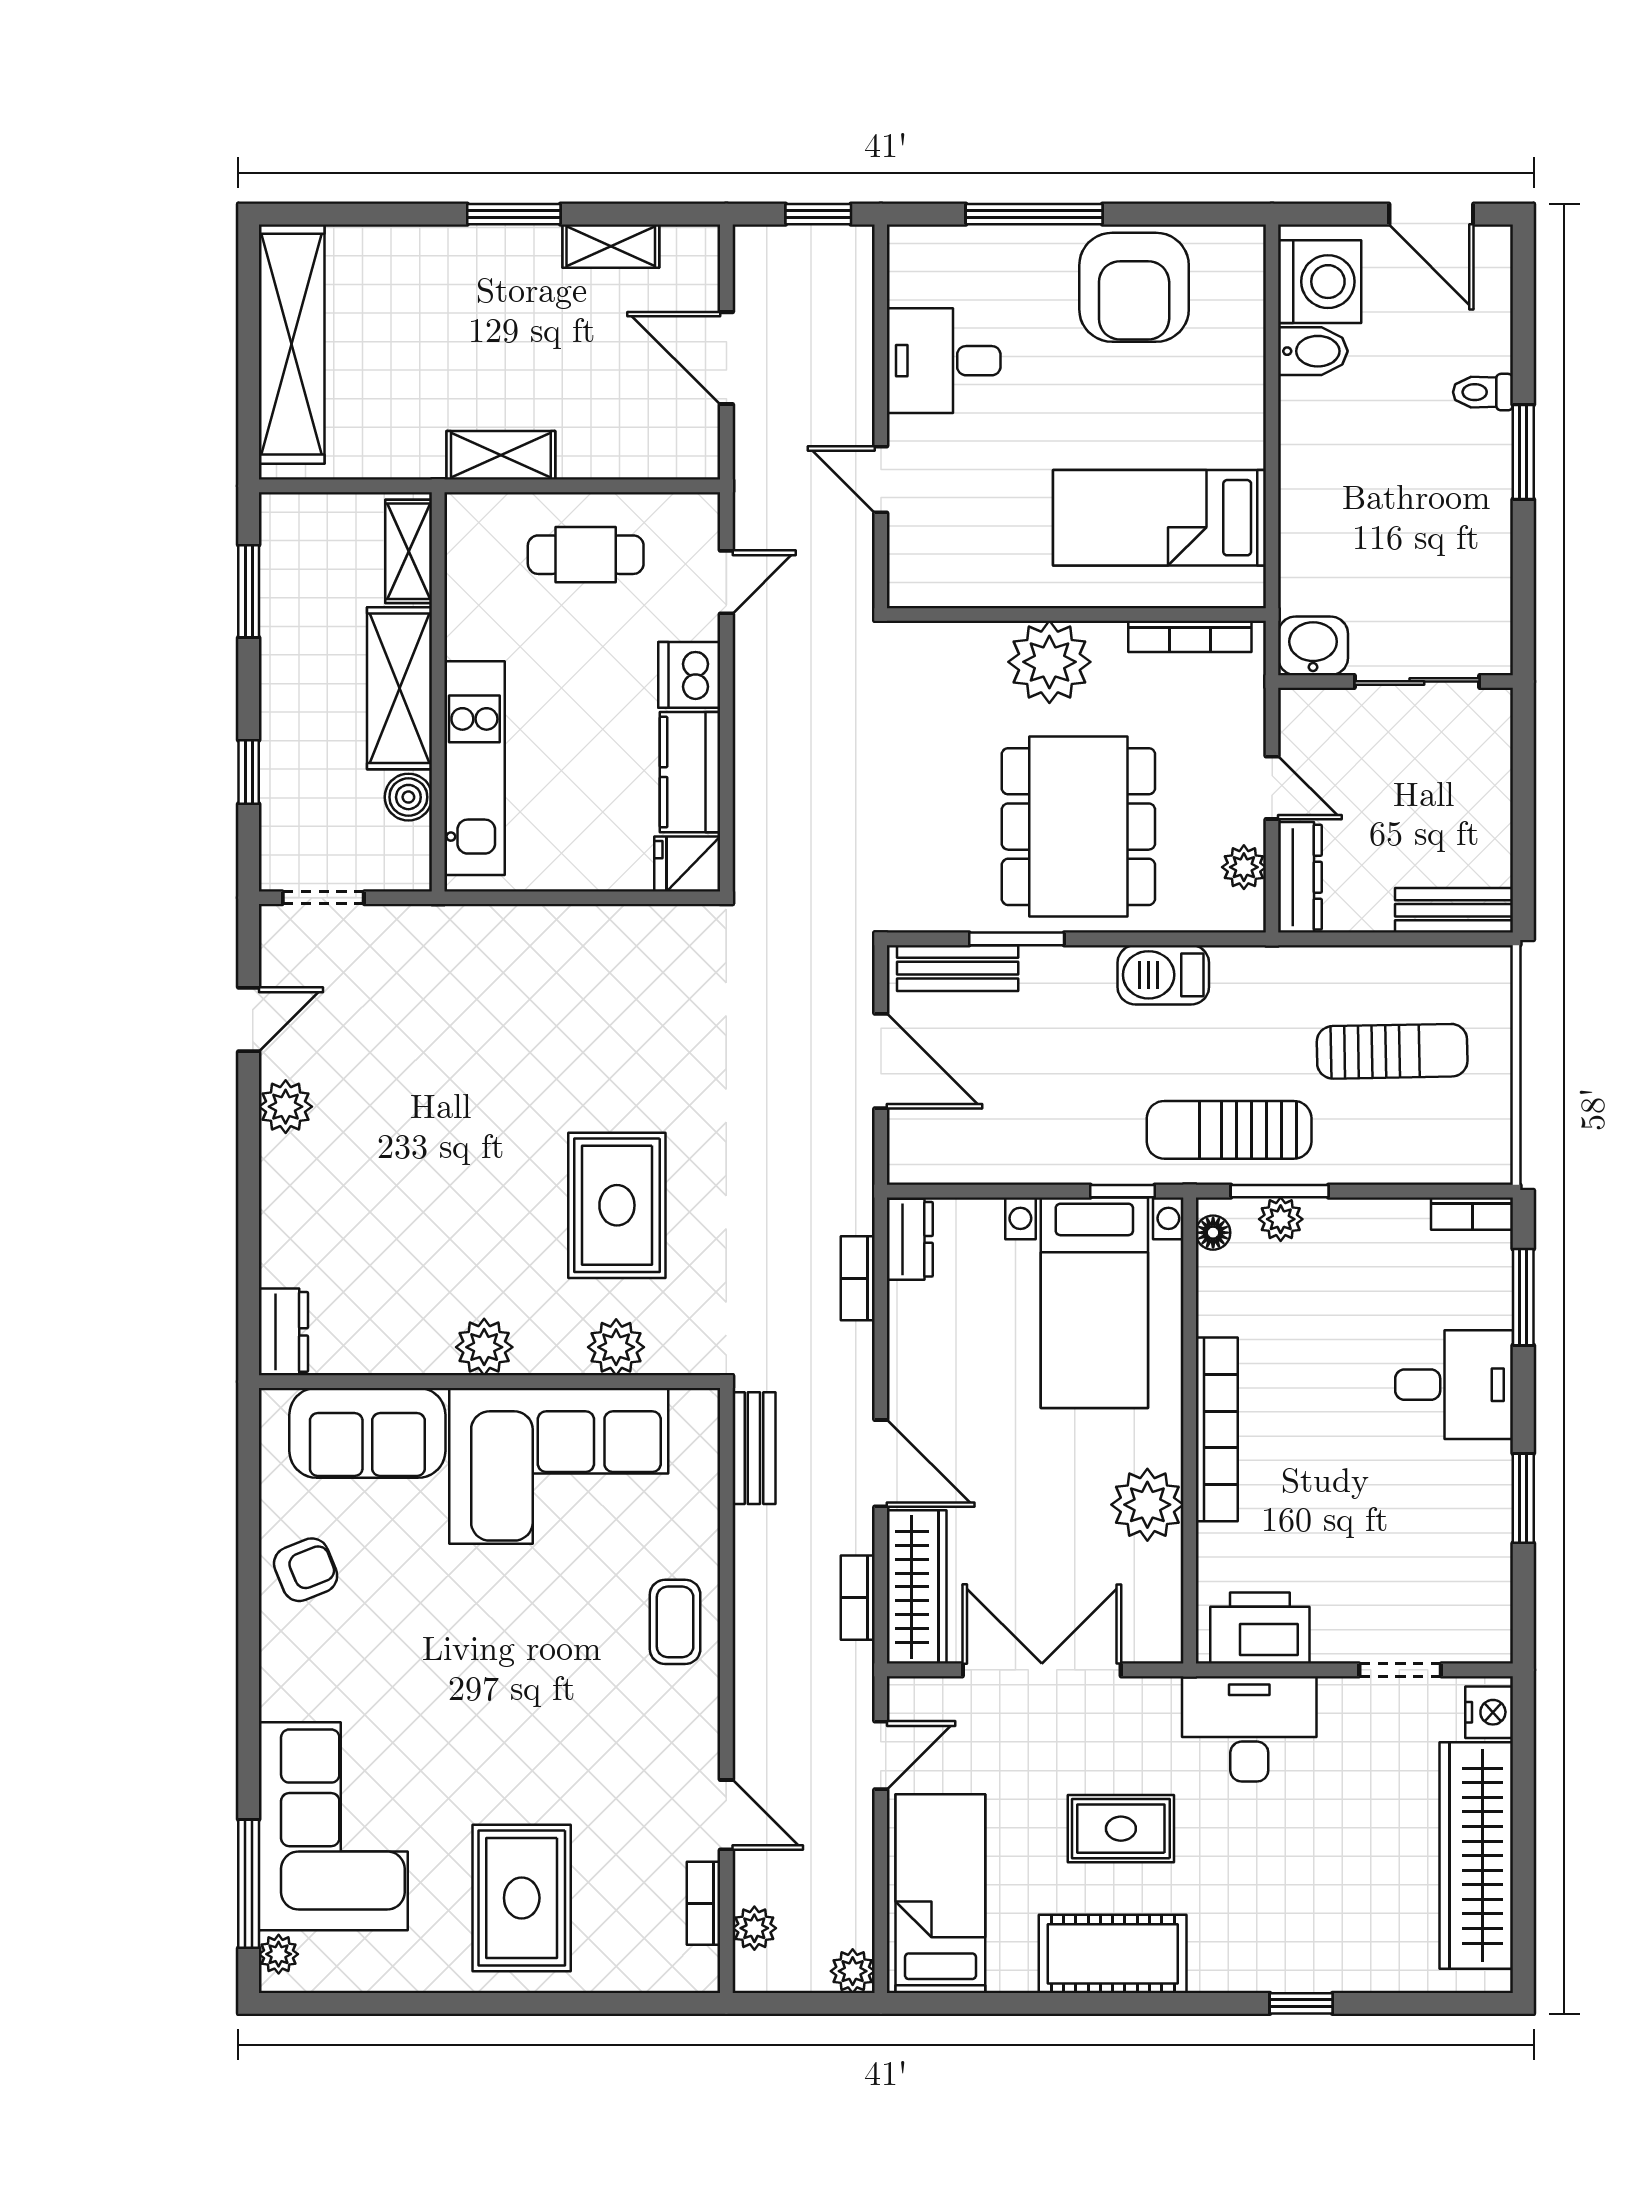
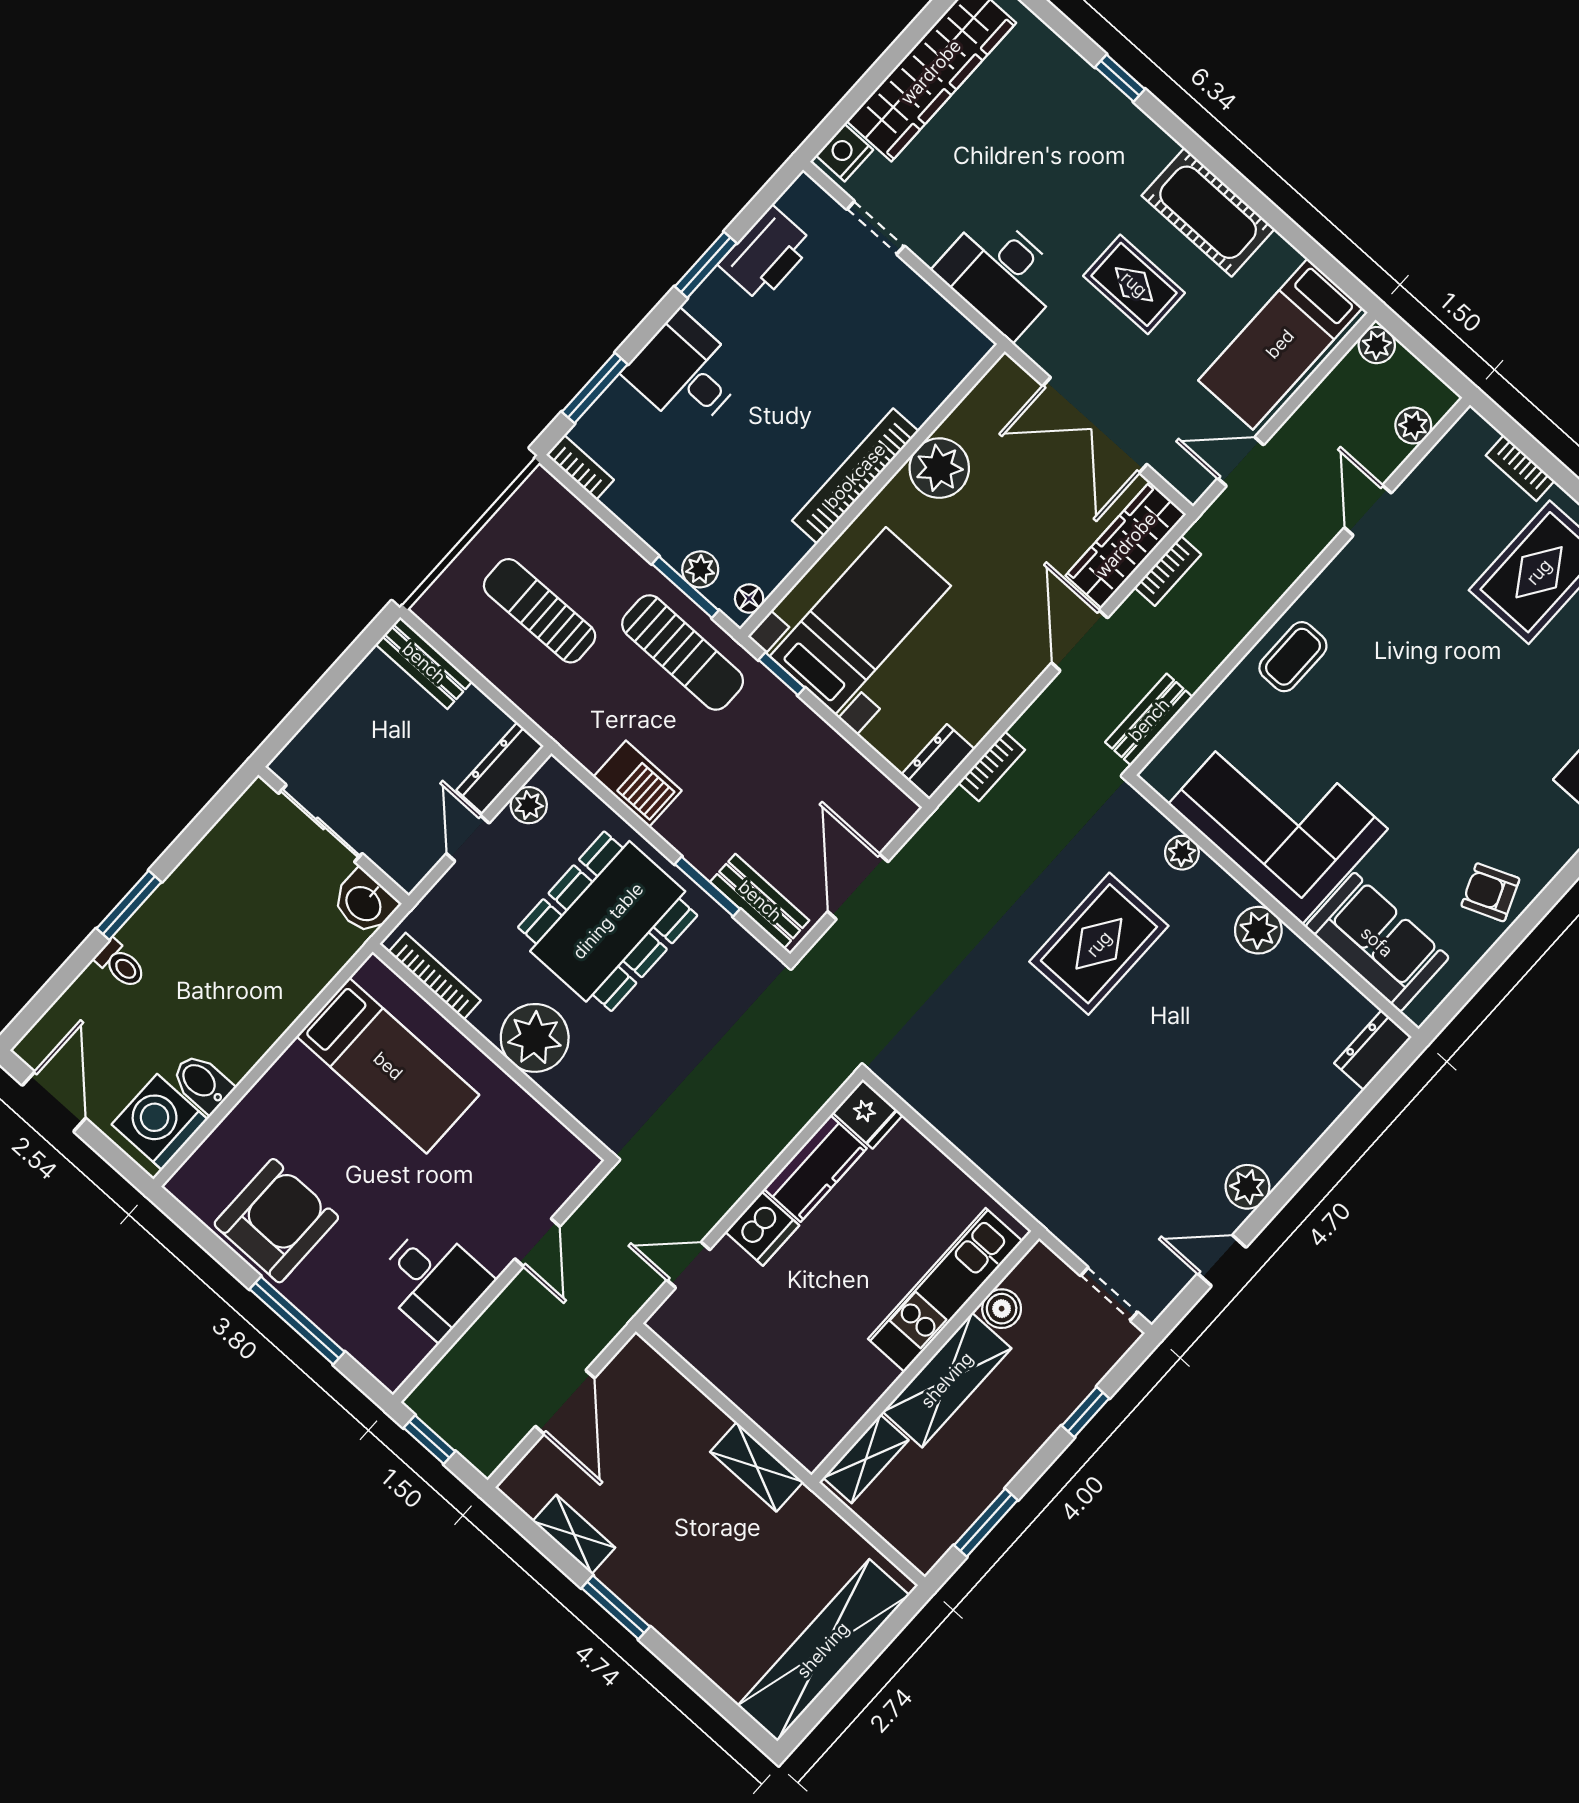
cafe table: (586, 555) -> (759, 1359), removed
plant: (616, 1347) -> (1182, 853), width x0.73, depth x0.73
printer: (1260, 1628) -> (766, 254), moved, turned -90
bookcase: (704, 1903) -> (1520, 468), moved, turned 90

